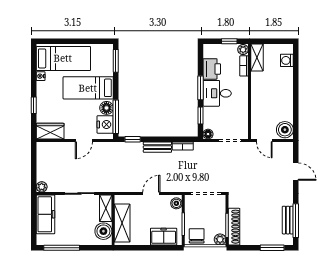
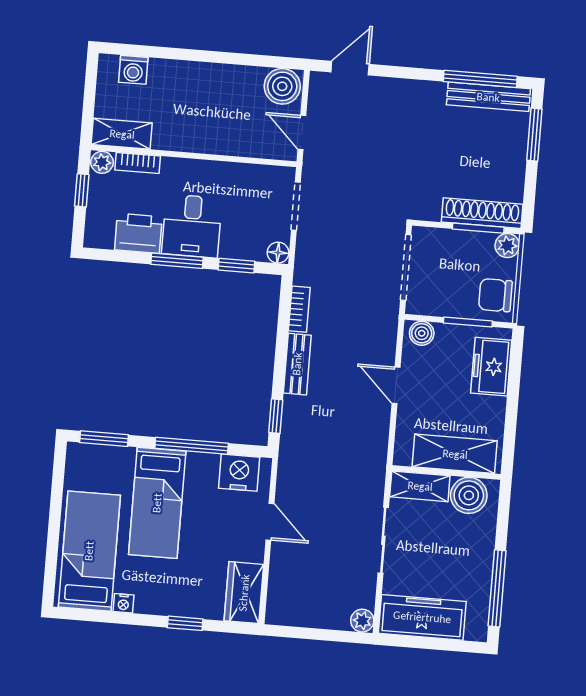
floor lamp: (106, 108) -> (204, 467), removed
window: (116, 117) -> (192, 446), moved
door: (264, 141) -> (302, 133), swing flipped
door: (296, 172) -> (350, 68), moved
bench: (288, 220) -> (488, 97), width x1.36

